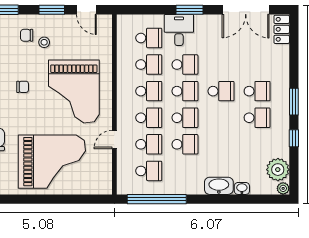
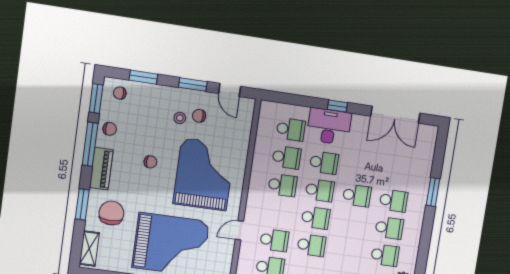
window: (189, 10) -> (337, 106), width x0.67
locker: (282, 29) -> (429, 140), removed
desk: (179, 30) -> (329, 126), width x1.37
chair: (27, 35) -> (199, 116), moved
grand piano: (74, 91) -> (204, 174), turned 180
window: (294, 102) -> (433, 192), moved
school desk: (149, 118) -> (385, 255), moved
window: (294, 138) -> (423, 254), removed

